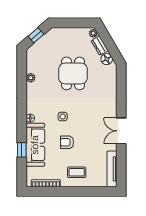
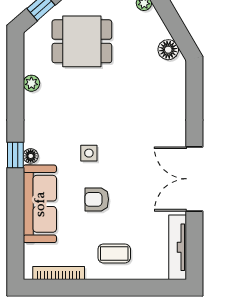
dresser: (100, 46) -> (155, 25), removed
dining table: (73, 73) -> (82, 41), moved, turned 90
double door: (121, 131) -> (194, 179), width x1.37
window: (22, 150) -> (15, 155), moved

